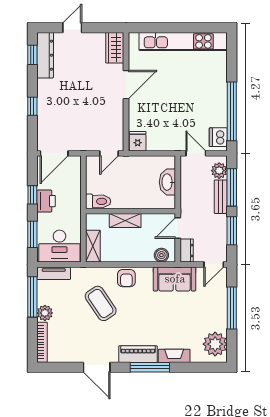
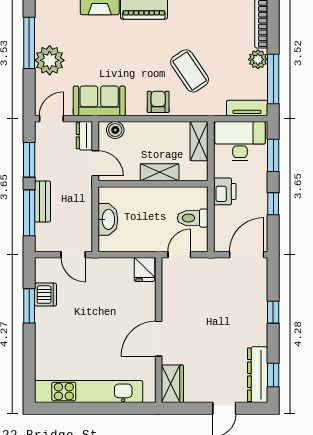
window: (232, 111) -> (29, 306), width x0.47
dishwasher: (218, 137) -> (46, 295), moved
plant: (219, 171) -> (45, 233), removed
printer: (46, 201) -> (225, 191), moved, turned 180
toilet: (98, 201) -> (193, 218), moved
door: (178, 228) -> (95, 163), hinge flipped
window: (232, 308) -> (29, 43), moved
plant: (215, 344) -> (50, 60), moved

